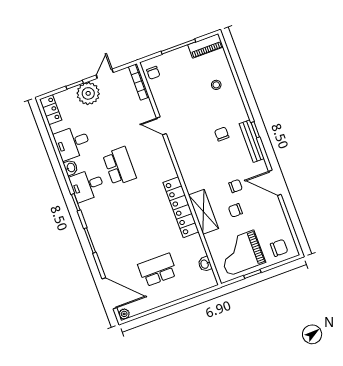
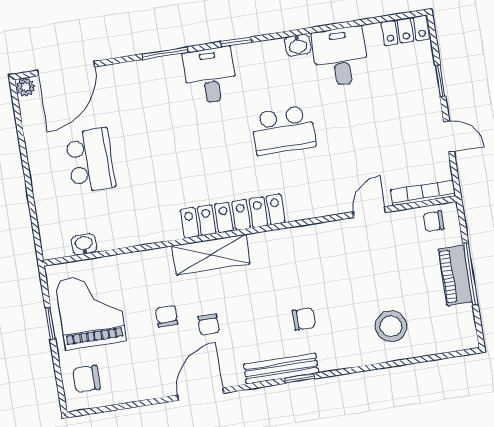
piano: (205, 46) -> (455, 275), moved
stool: (216, 85) -> (391, 326), width x1.89, depth x1.89
plant: (88, 93) -> (420, 101), removed
door: (161, 126) -> (369, 212), moved
desk: (87, 185) -> (210, 76), moved
locker: (181, 207) -> (233, 216), moved
shelving: (204, 212) -> (211, 255), moved
chair: (279, 248) -> (86, 379), turned 90

